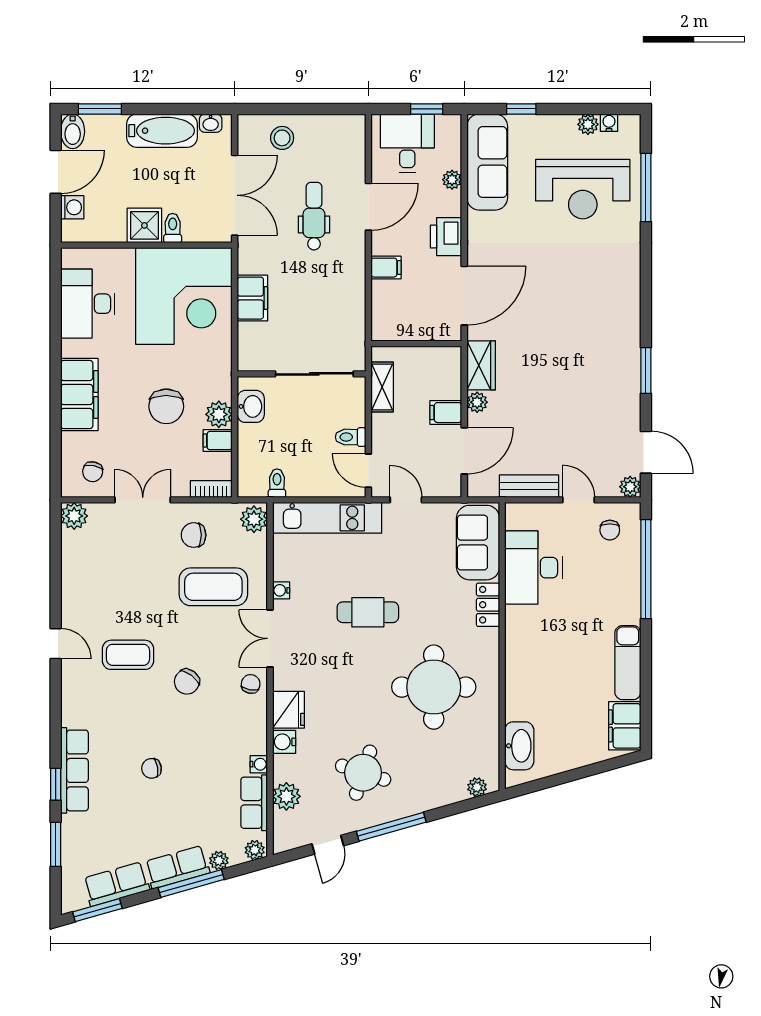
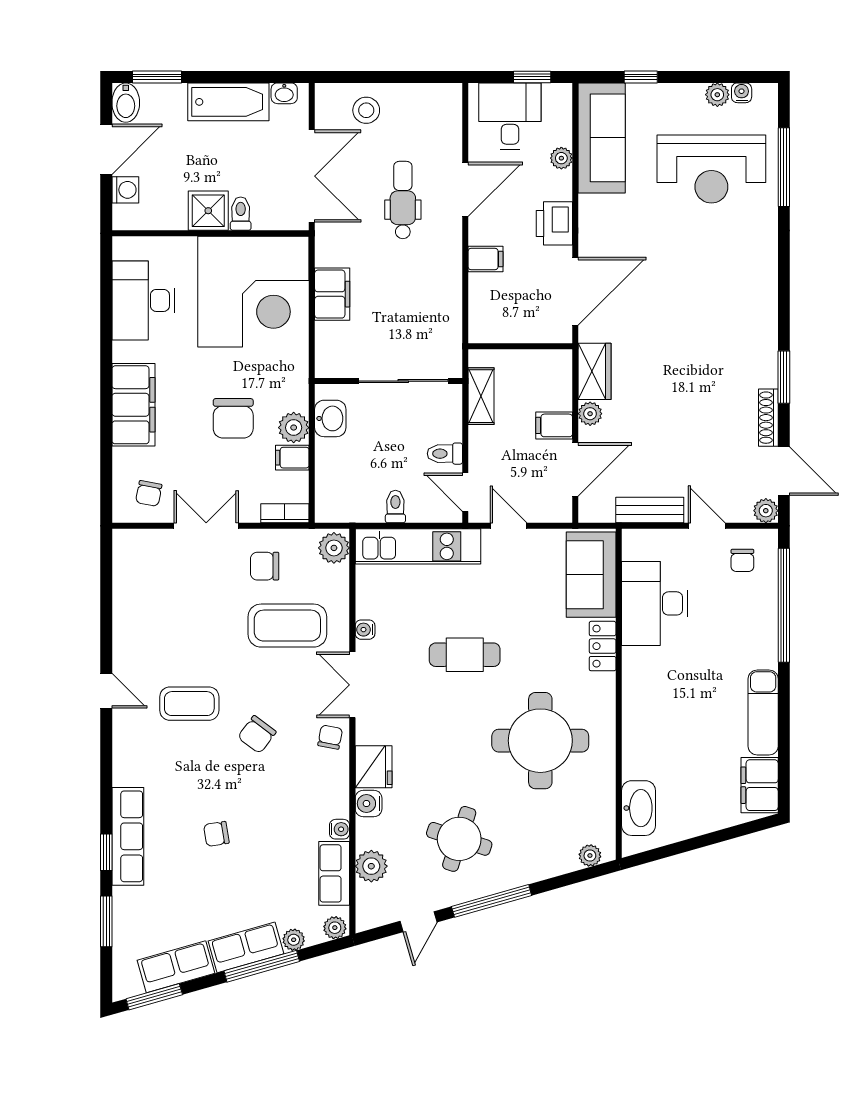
shoe rack: (632, 406) -> (768, 418), added
toilet: (277, 483) -> (395, 507), moved
plant: (74, 516) -> (128, 544), removed

